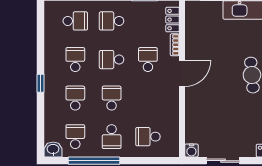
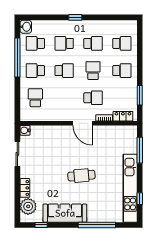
school desk: (75, 21) -> (122, 43), turned -90
school desk: (112, 21) -> (122, 71), turned 90
school desk: (75, 98) -> (64, 43), turned 180
school desk: (75, 137) -> (35, 43), turned 180

